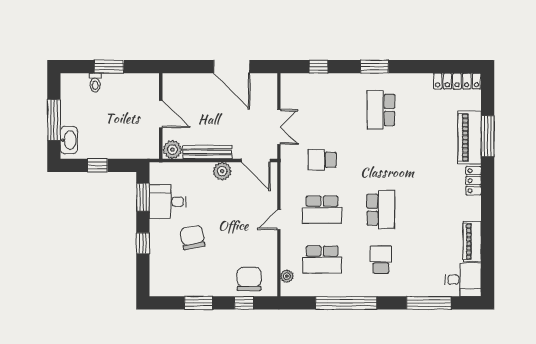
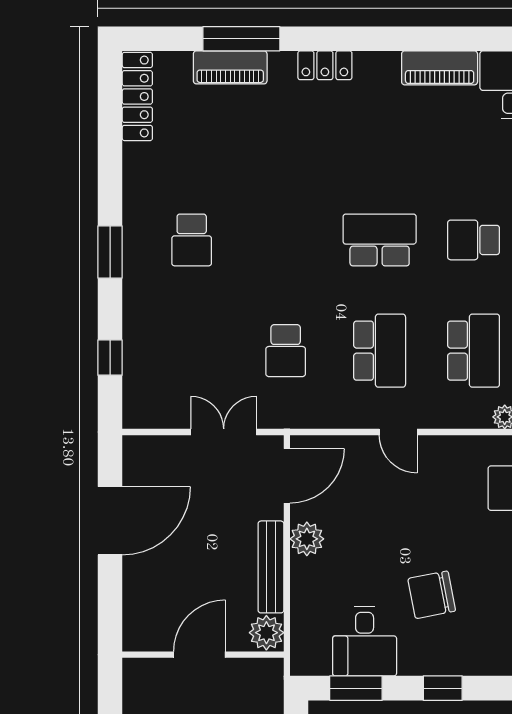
school desk: (381, 110) -> (192, 240), width x0.54
piano: (470, 138) -> (230, 67), width x0.73, depth x0.75

